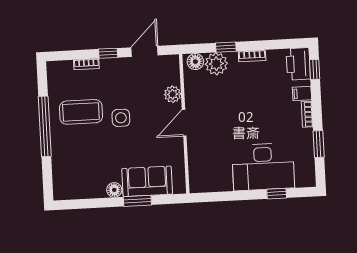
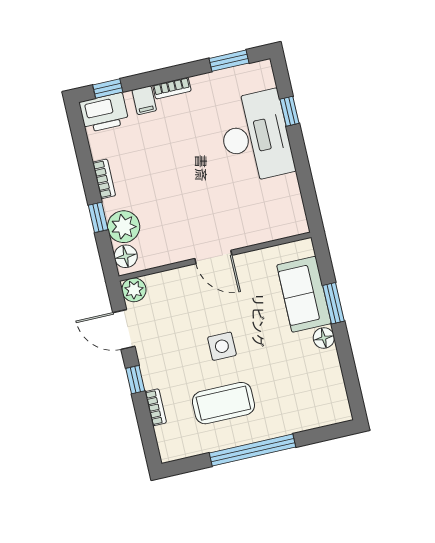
plant: (173, 94) -> (134, 290), moved
coffee table: (81, 112) -> (223, 403), turned 90
window: (319, 144) -> (229, 61), moved

